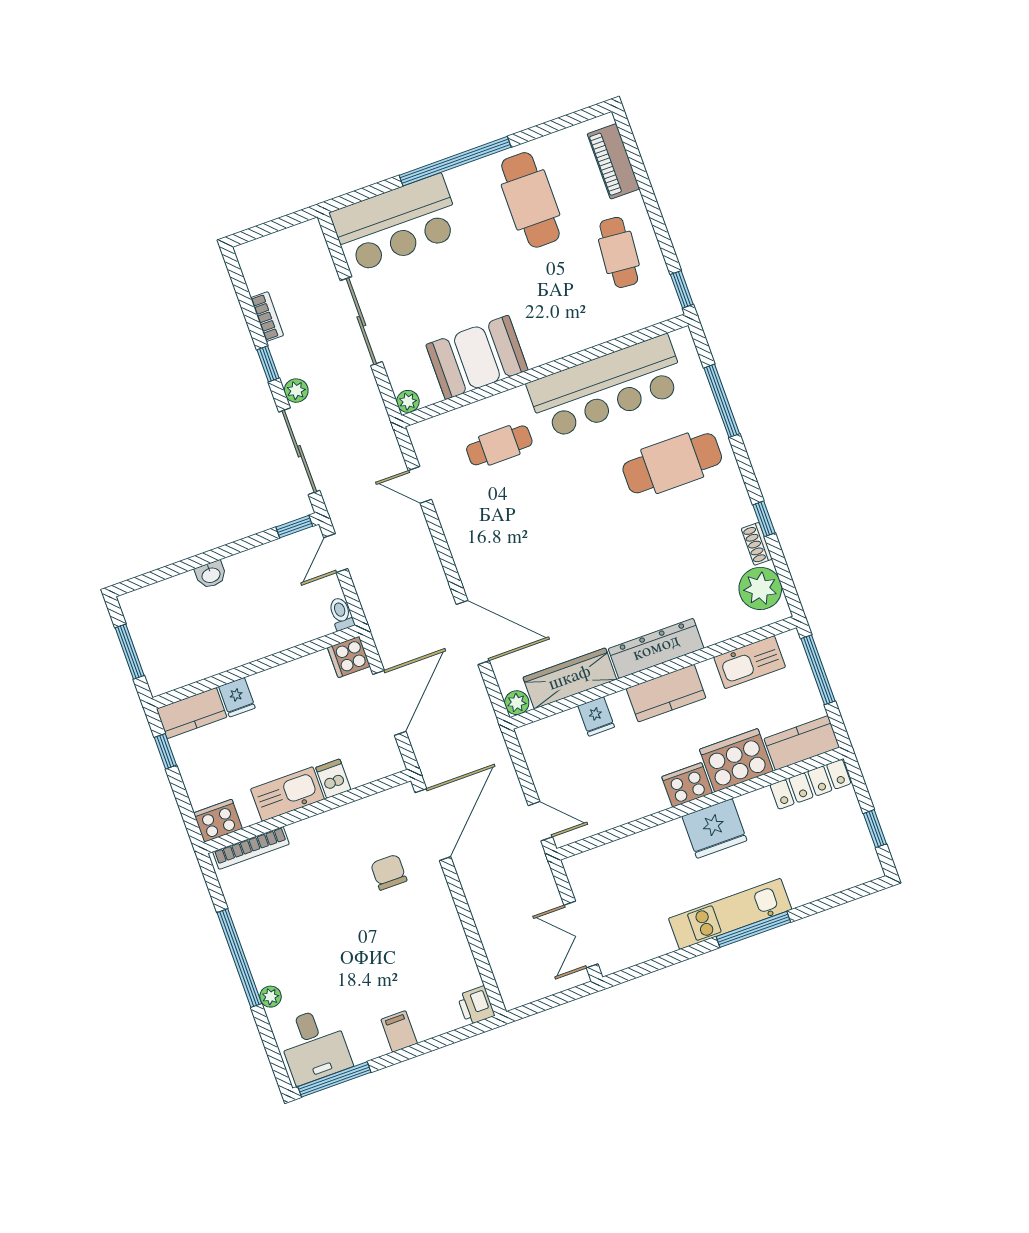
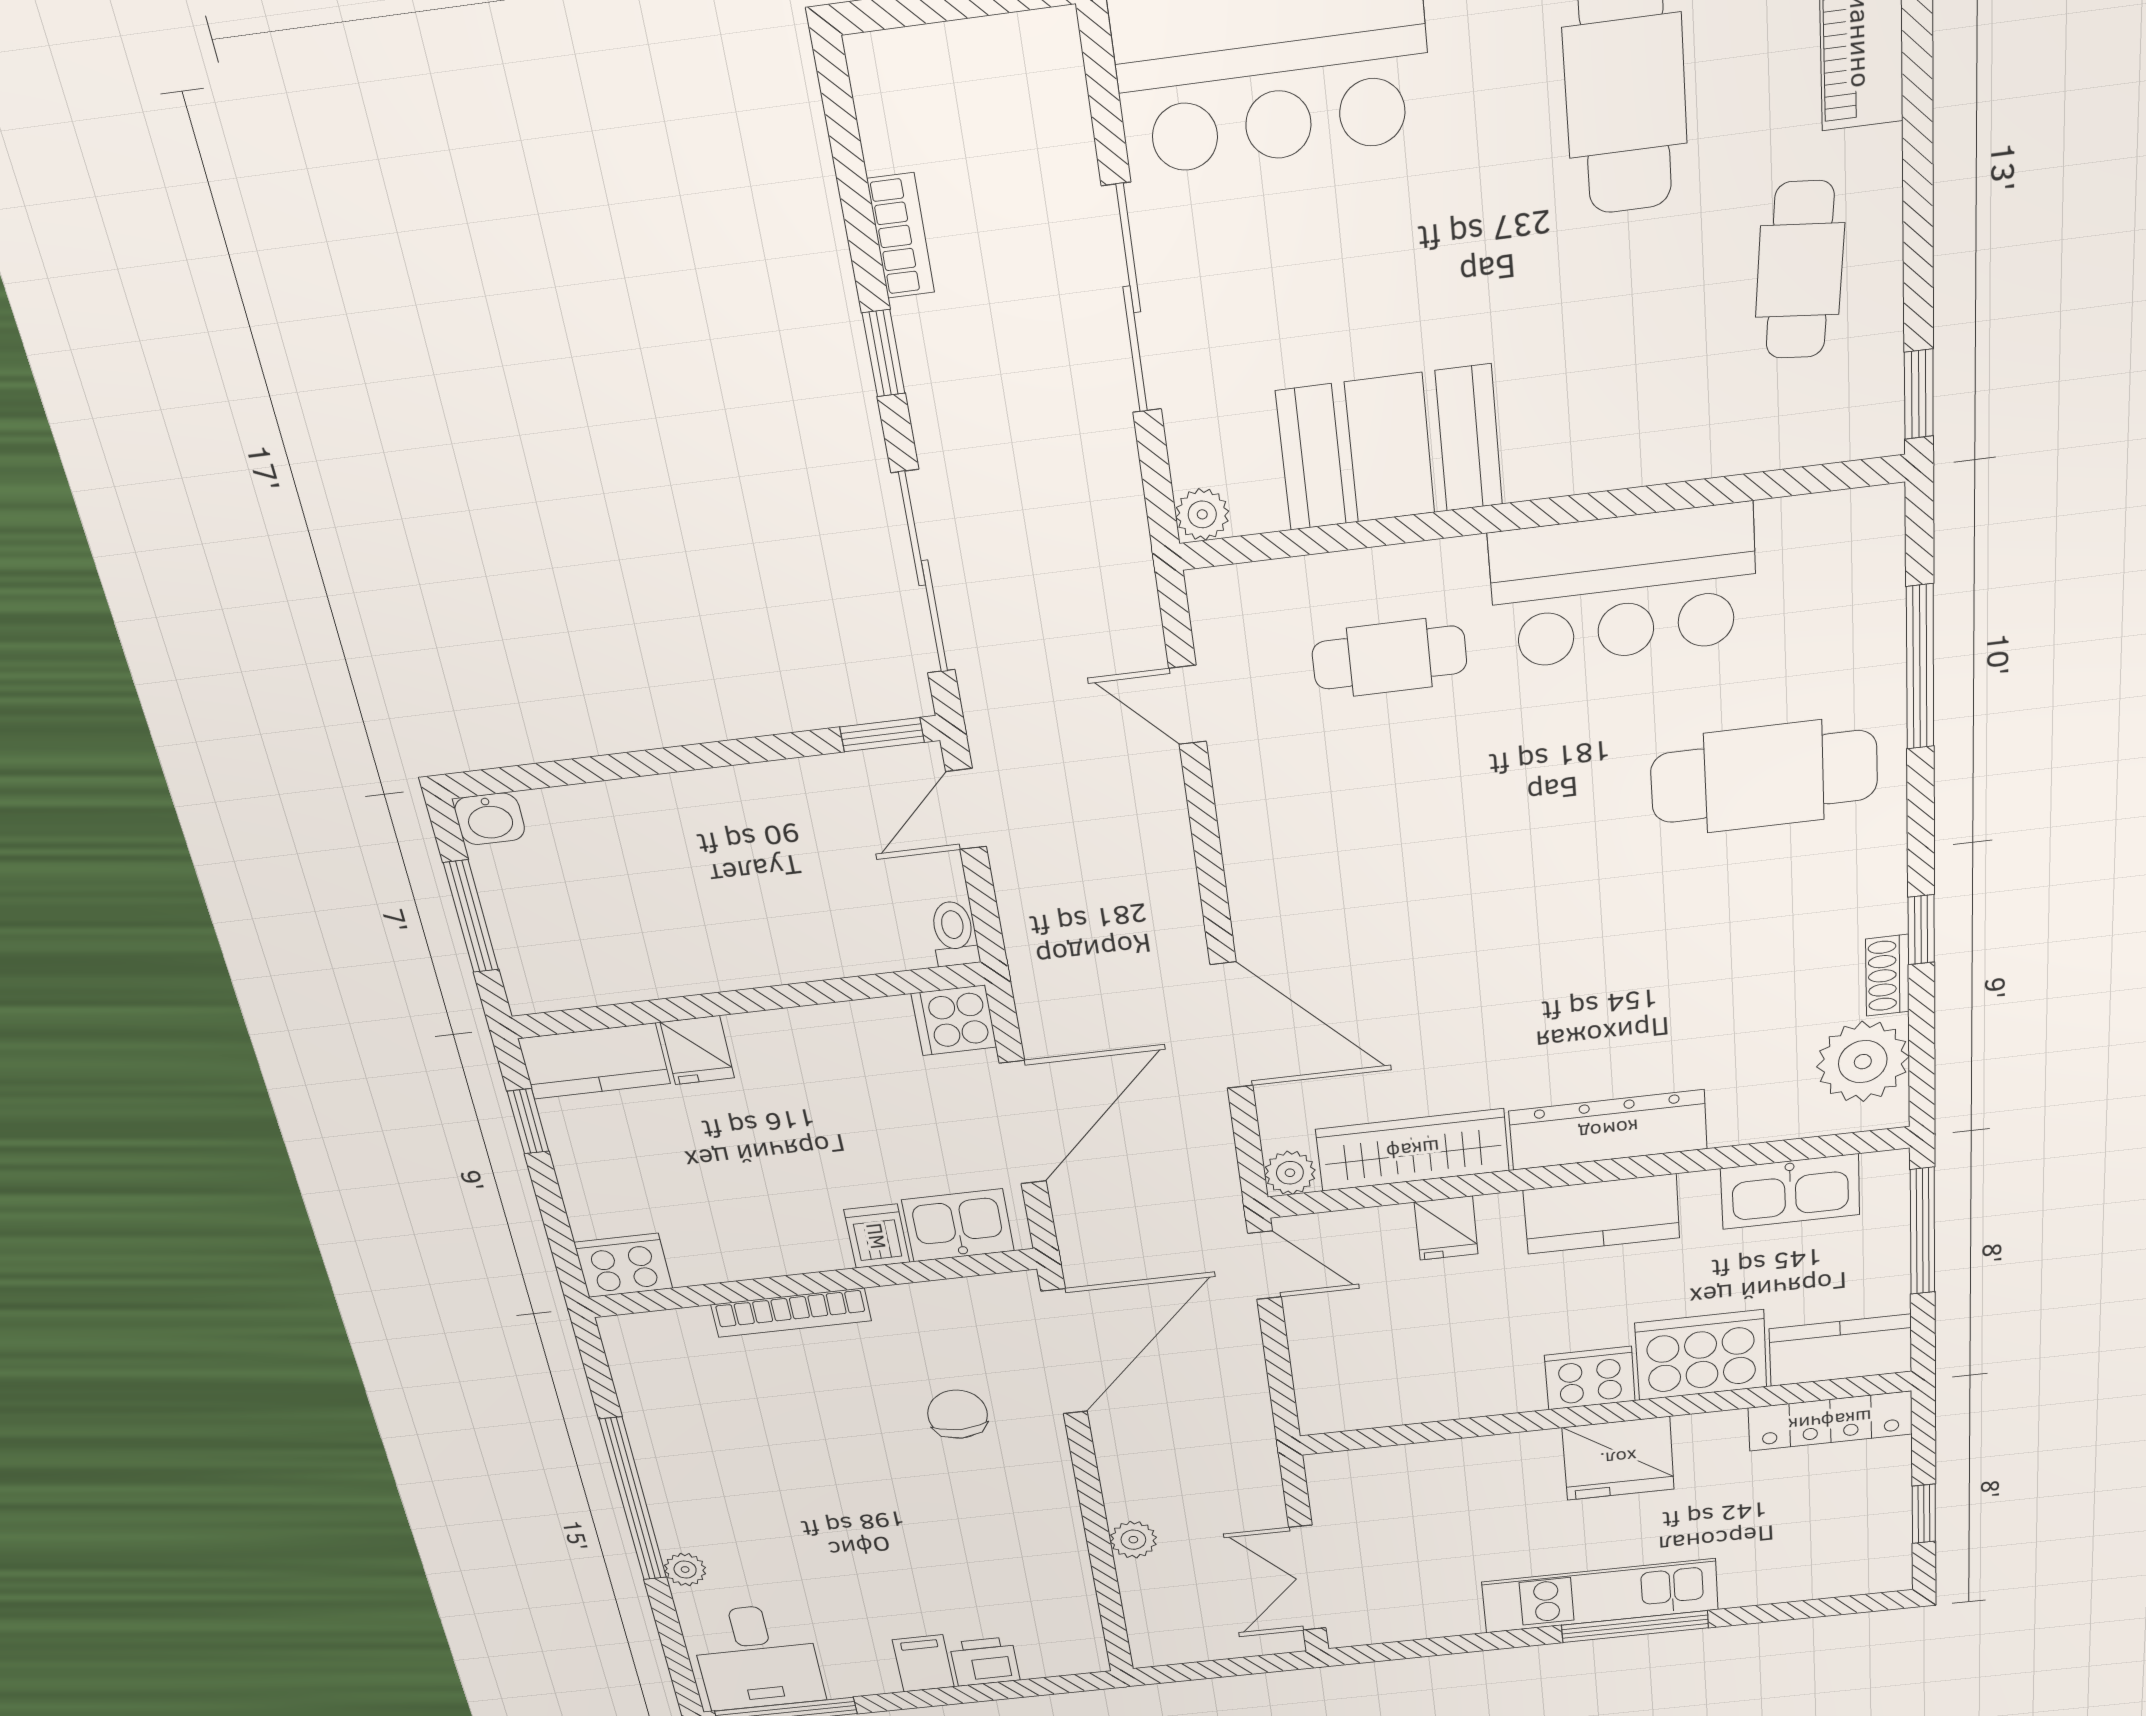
bar counter: (607, 387) -> (1623, 587), width x0.73
plant: (296, 391) -> (1133, 1540), moved
washbasin: (211, 575) -> (490, 819), moved
kitchen sink: (287, 794) -> (958, 1225), moved, width x0.73
door: (540, 821) -> (1265, 1265), moved
bookcase: (251, 848) -> (791, 1313), moved
printer: (476, 1005) -> (985, 1661), moved, turned 90

